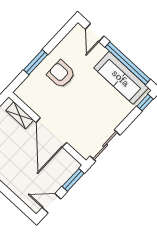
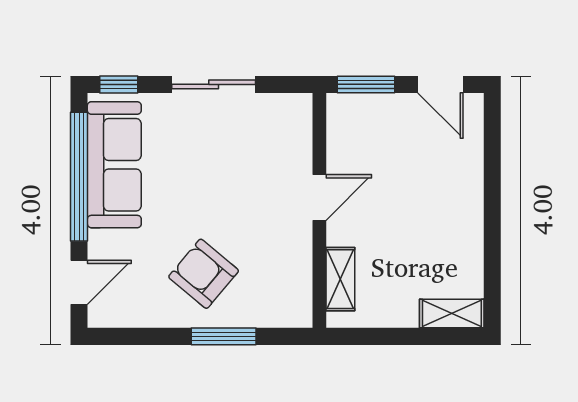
armchair: (61, 74) -> (204, 274), turned 130
door: (51, 132) -> (319, 197), width x0.53
sliding door: (105, 146) -> (214, 84), moved

